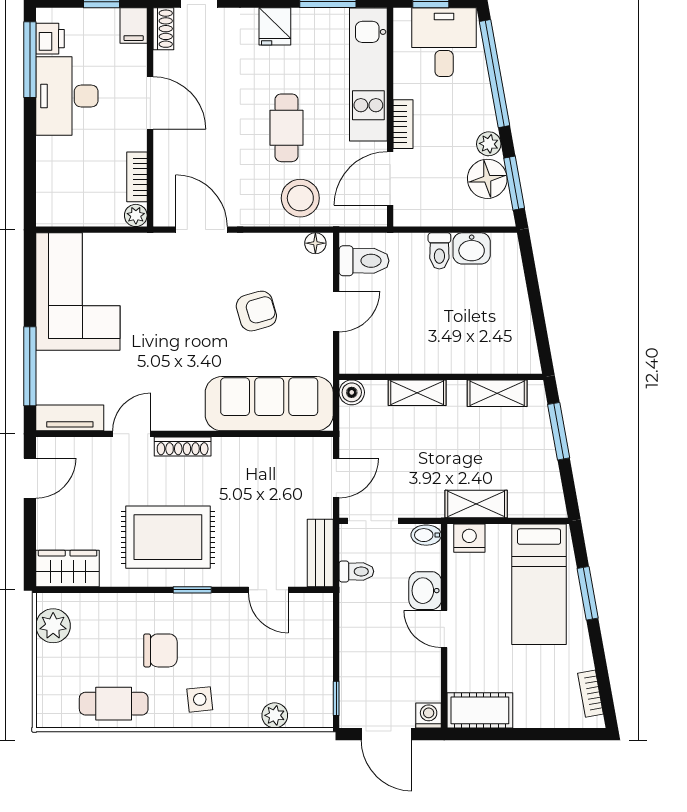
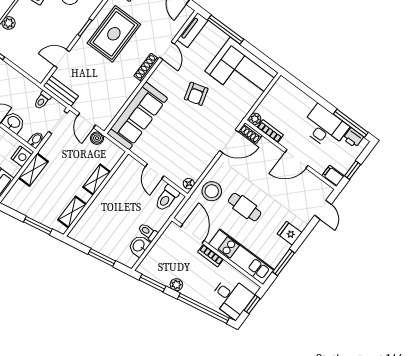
shoe rack: (163, 29) -> (250, 133), moved
floor lamp: (487, 179) -> (163, 273), removed
window: (534, 293) -> (102, 258), added
armchair: (256, 311) -> (196, 94), moved
boiler: (352, 392) -> (97, 138), moved

